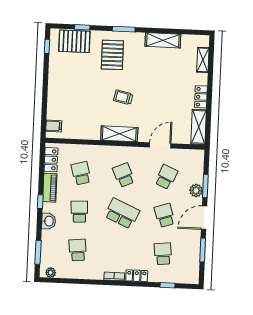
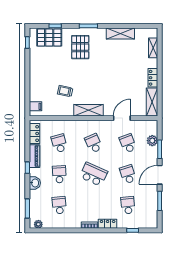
trolley: (123, 97) -> (65, 91), moved
school desk: (166, 177) -> (128, 143), turned -45
plant: (196, 191) -> (152, 141), moved

